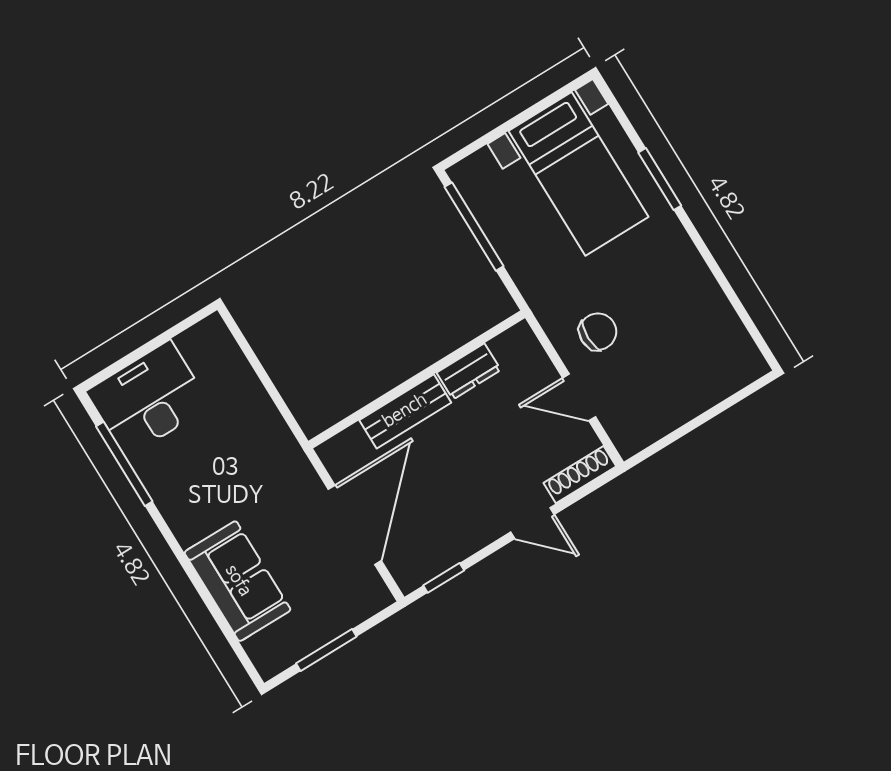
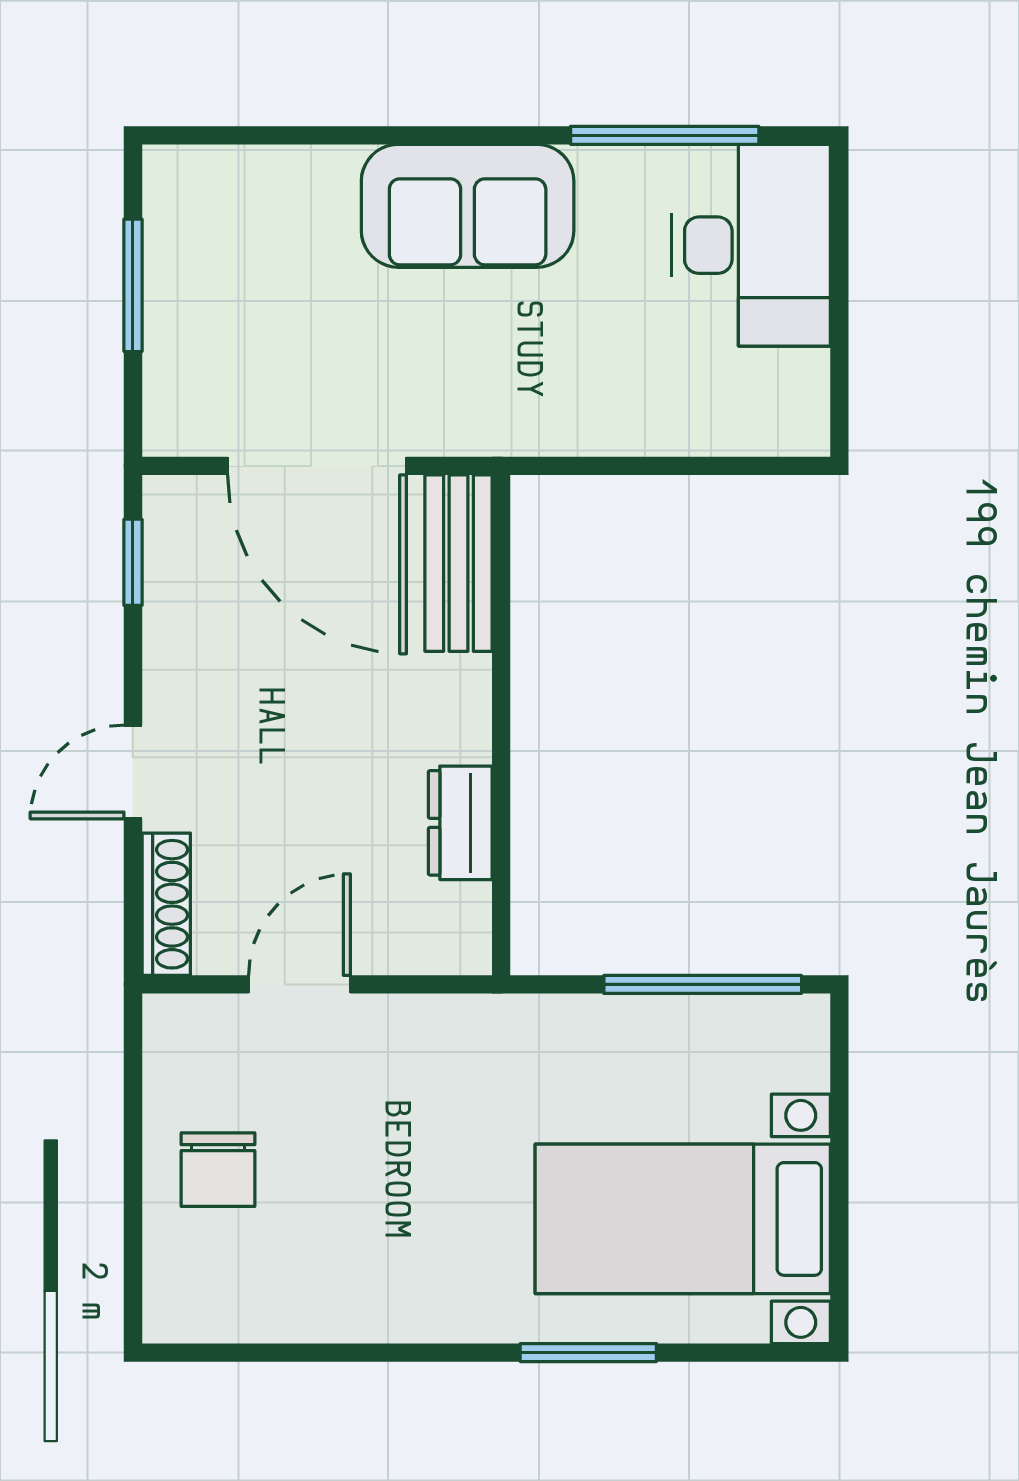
chair: (598, 332) -> (218, 1170), moved
bench: (405, 411) -> (458, 563), moved
sofa: (238, 581) -> (468, 206), moved

